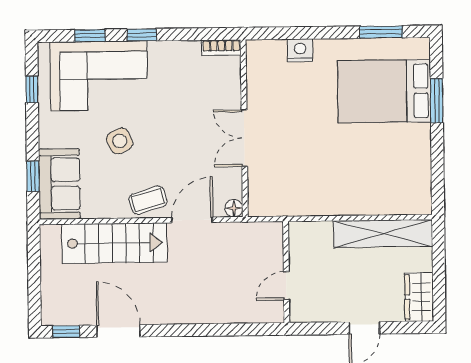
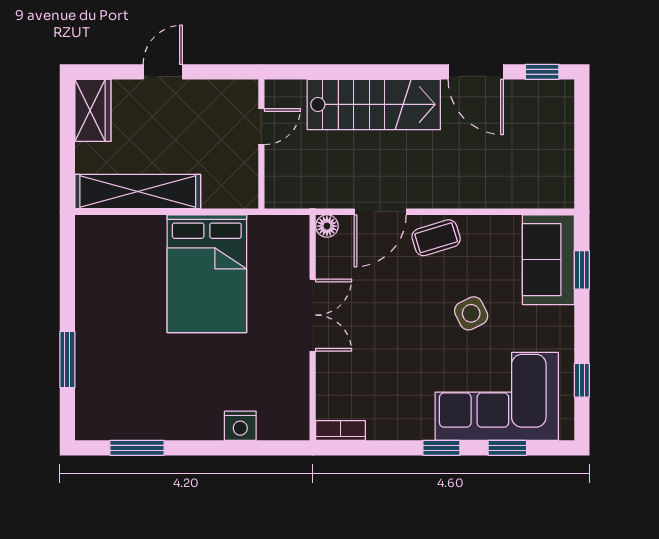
bed: (384, 91) -> (207, 274), moved, turned 90
stairs: (114, 243) -> (374, 104), moved, turned 180

